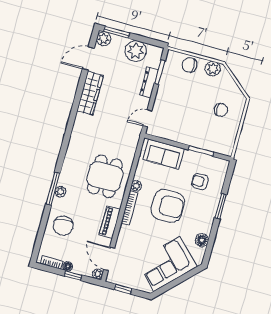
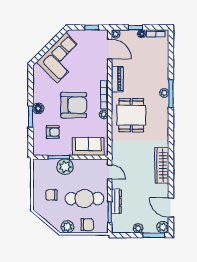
plant: (136, 51) -> (138, 228), width x0.53, depth x0.53
door: (88, 58) -> (171, 208), swing flipped
wardrobe: (90, 93) -> (162, 165), moved
cafe table: (185, 96) -> (84, 199), added
door: (147, 118) -> (110, 172), hinge flipped
plant: (197, 138) -> (65, 167), added
armchair: (168, 206) -> (74, 105), turned 180
chair: (63, 226) -> (154, 66), removed
floor lamp: (202, 240) -> (38, 109), moved

